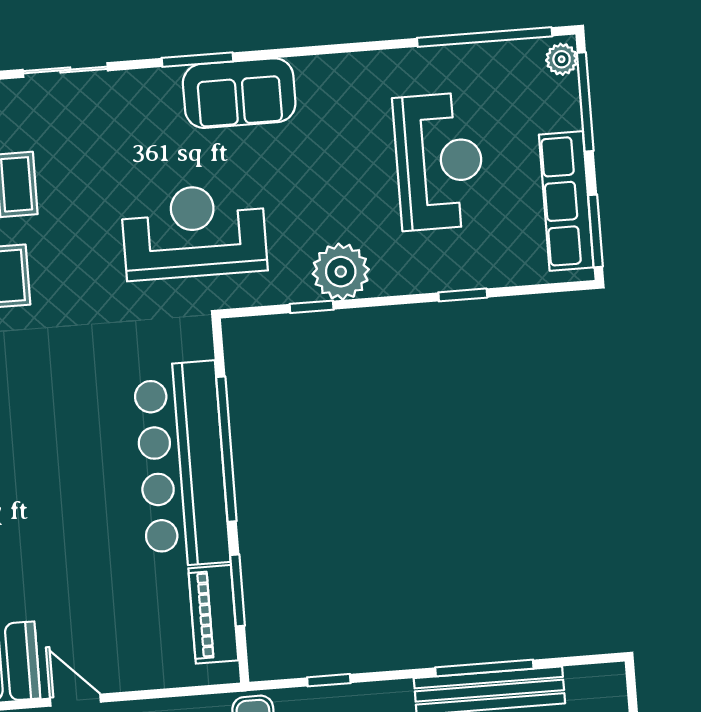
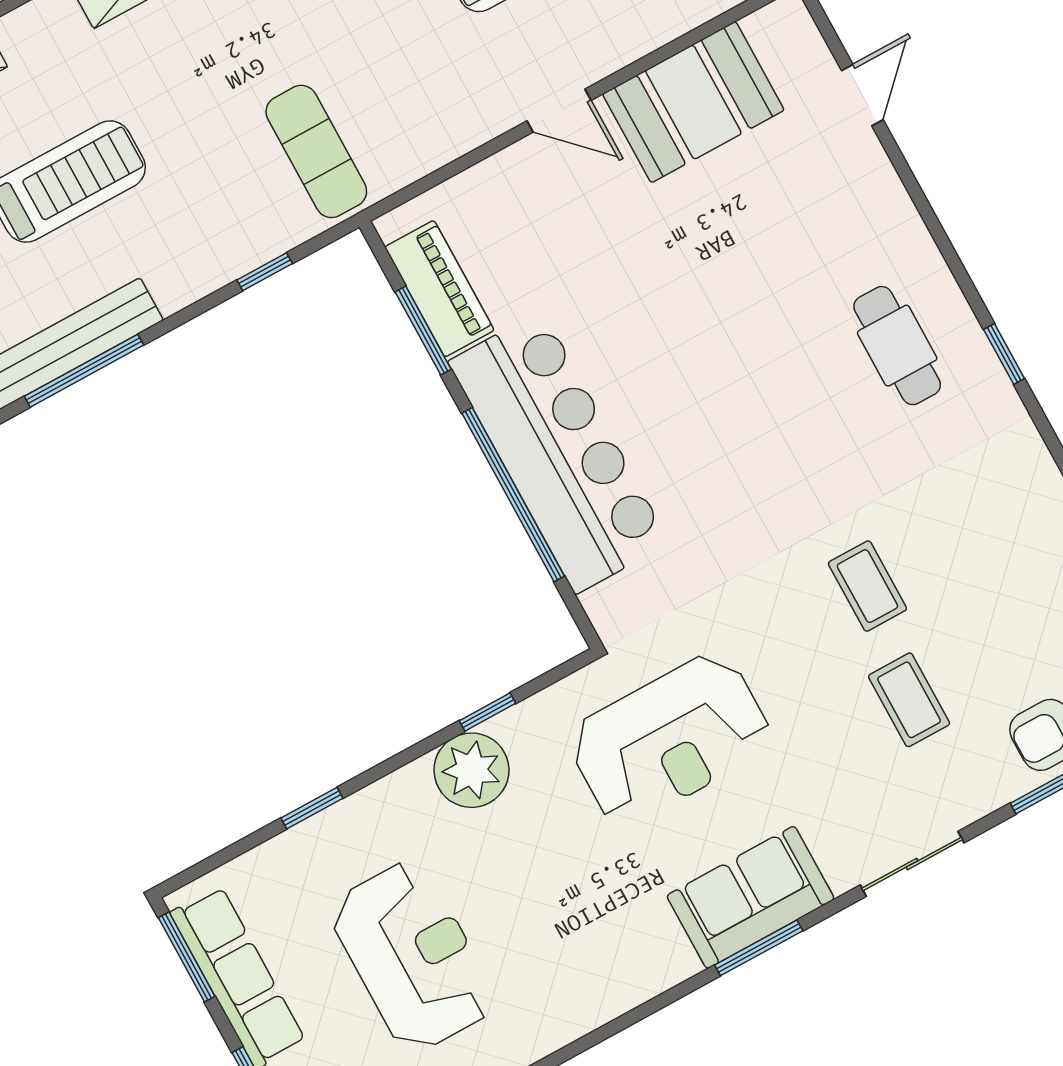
sofa: (239, 93) -> (751, 897), moved
reception desk: (439, 161) -> (413, 956), turned 180

